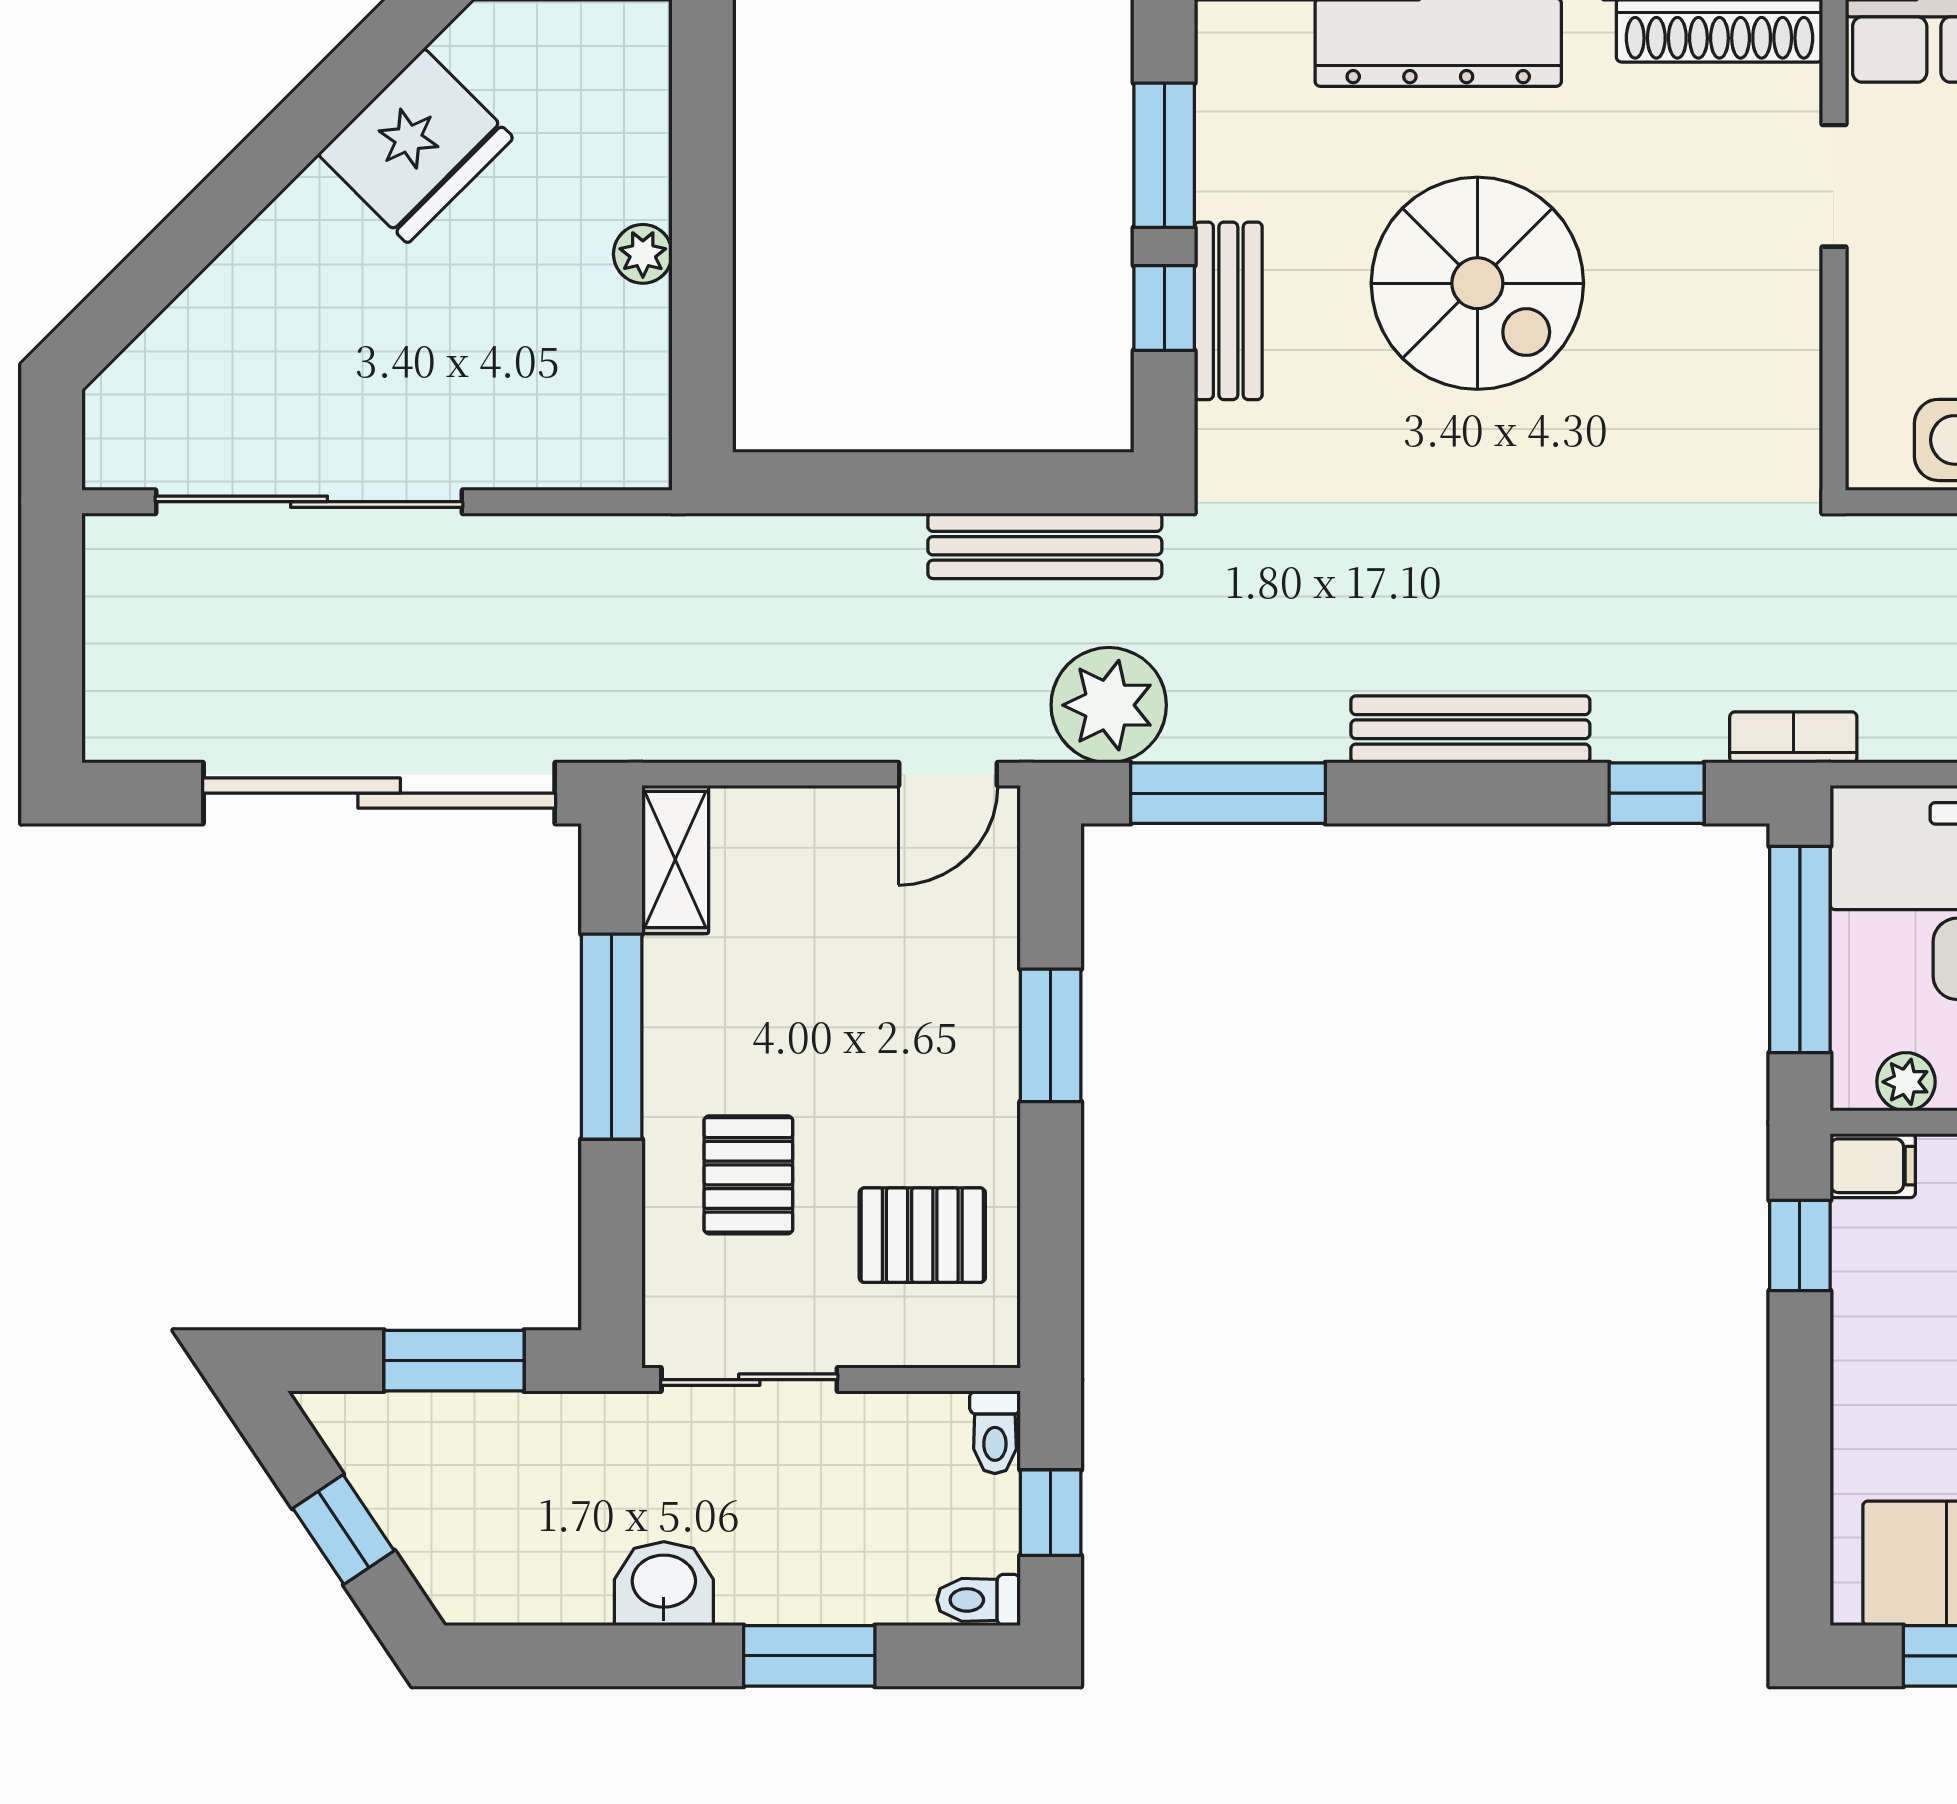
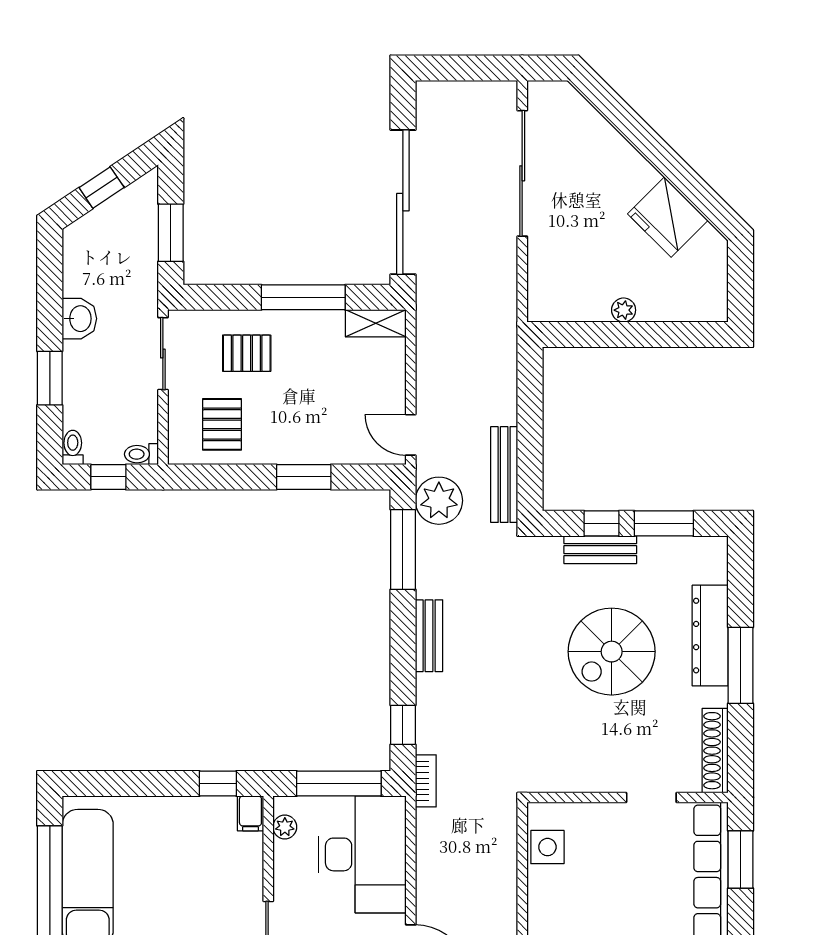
bench: (1470, 729) -> (429, 636), width x0.73

